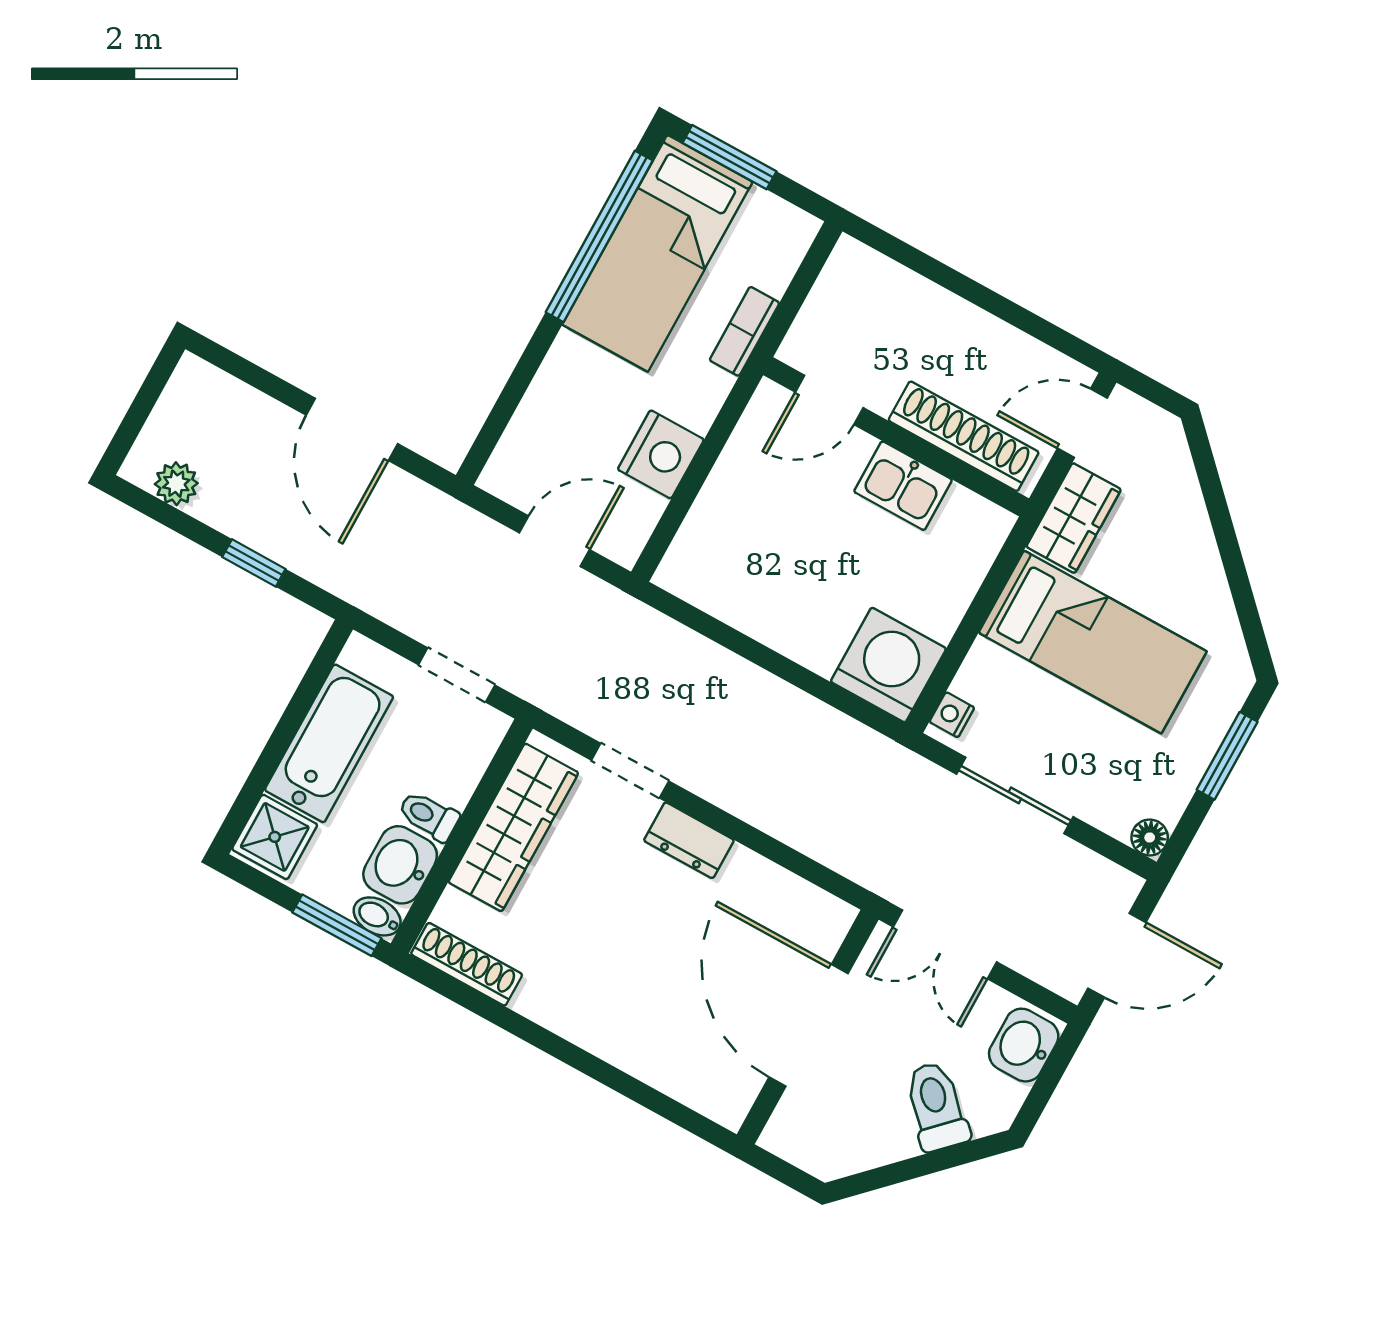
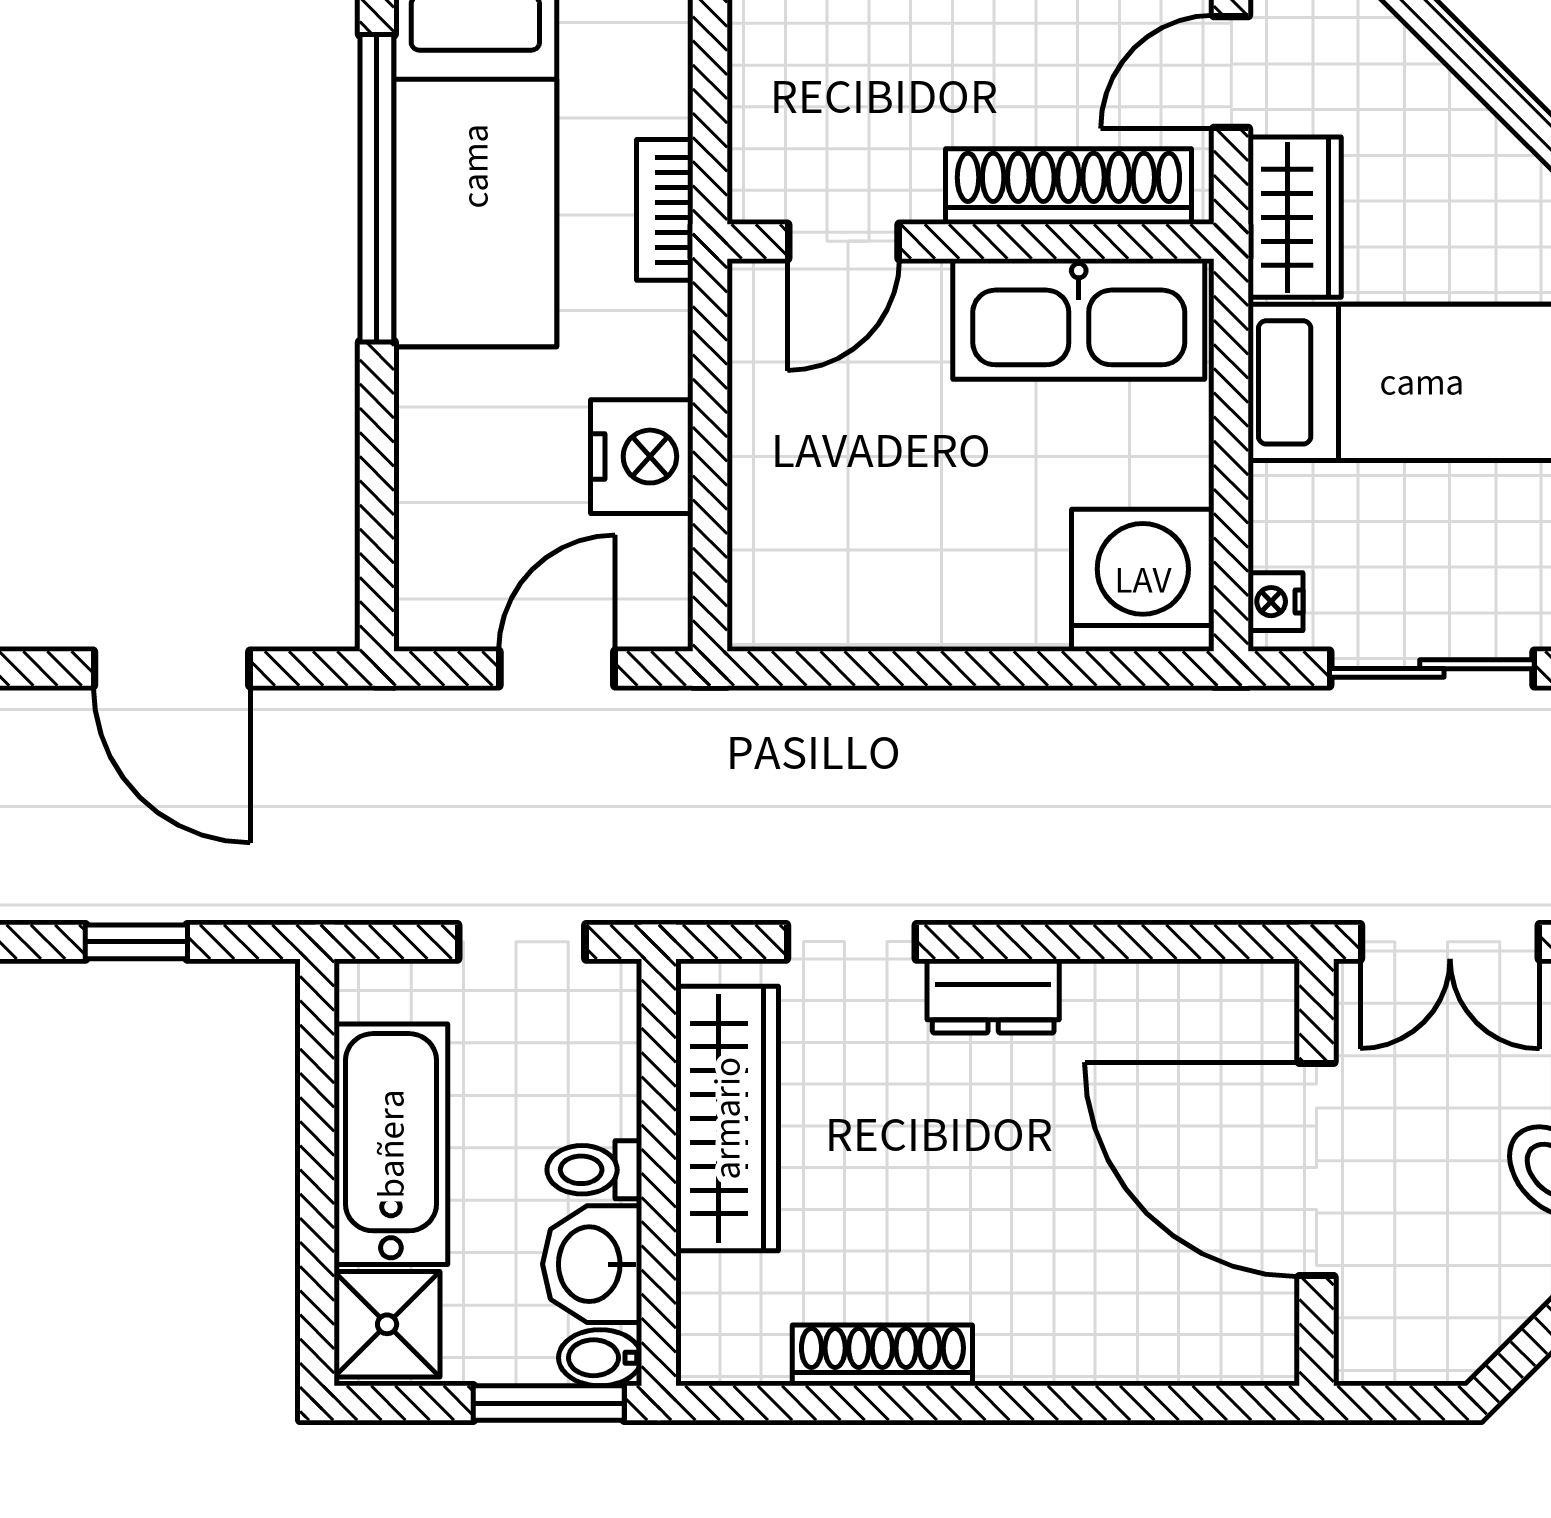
kitchen sink: (903, 486) -> (1079, 319), width x1.88, depth x1.24
shoe rack: (467, 964) -> (882, 1355), moved

